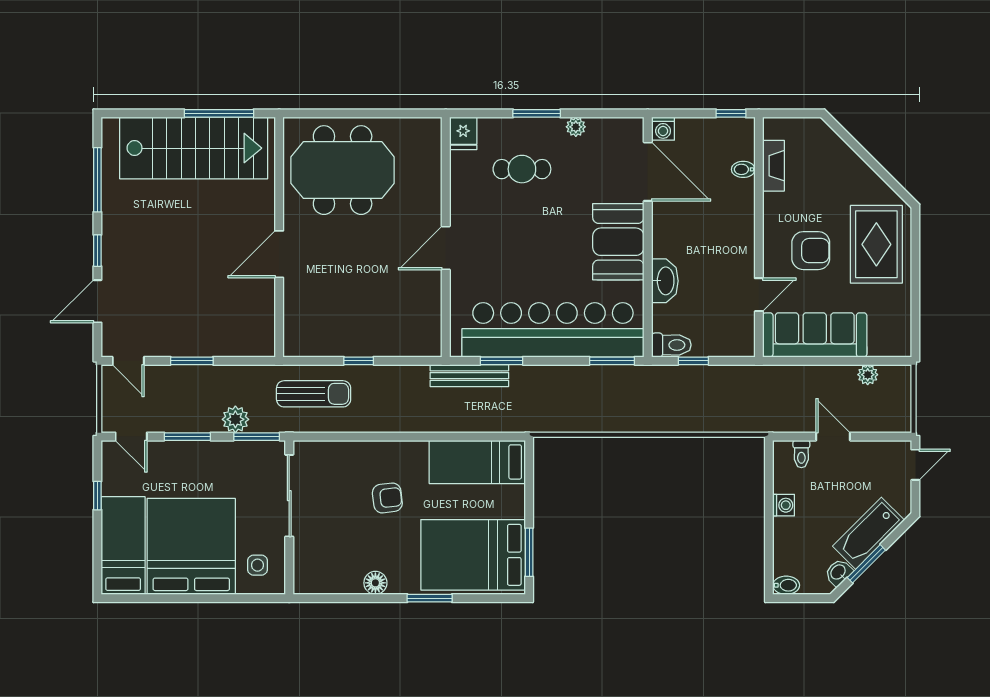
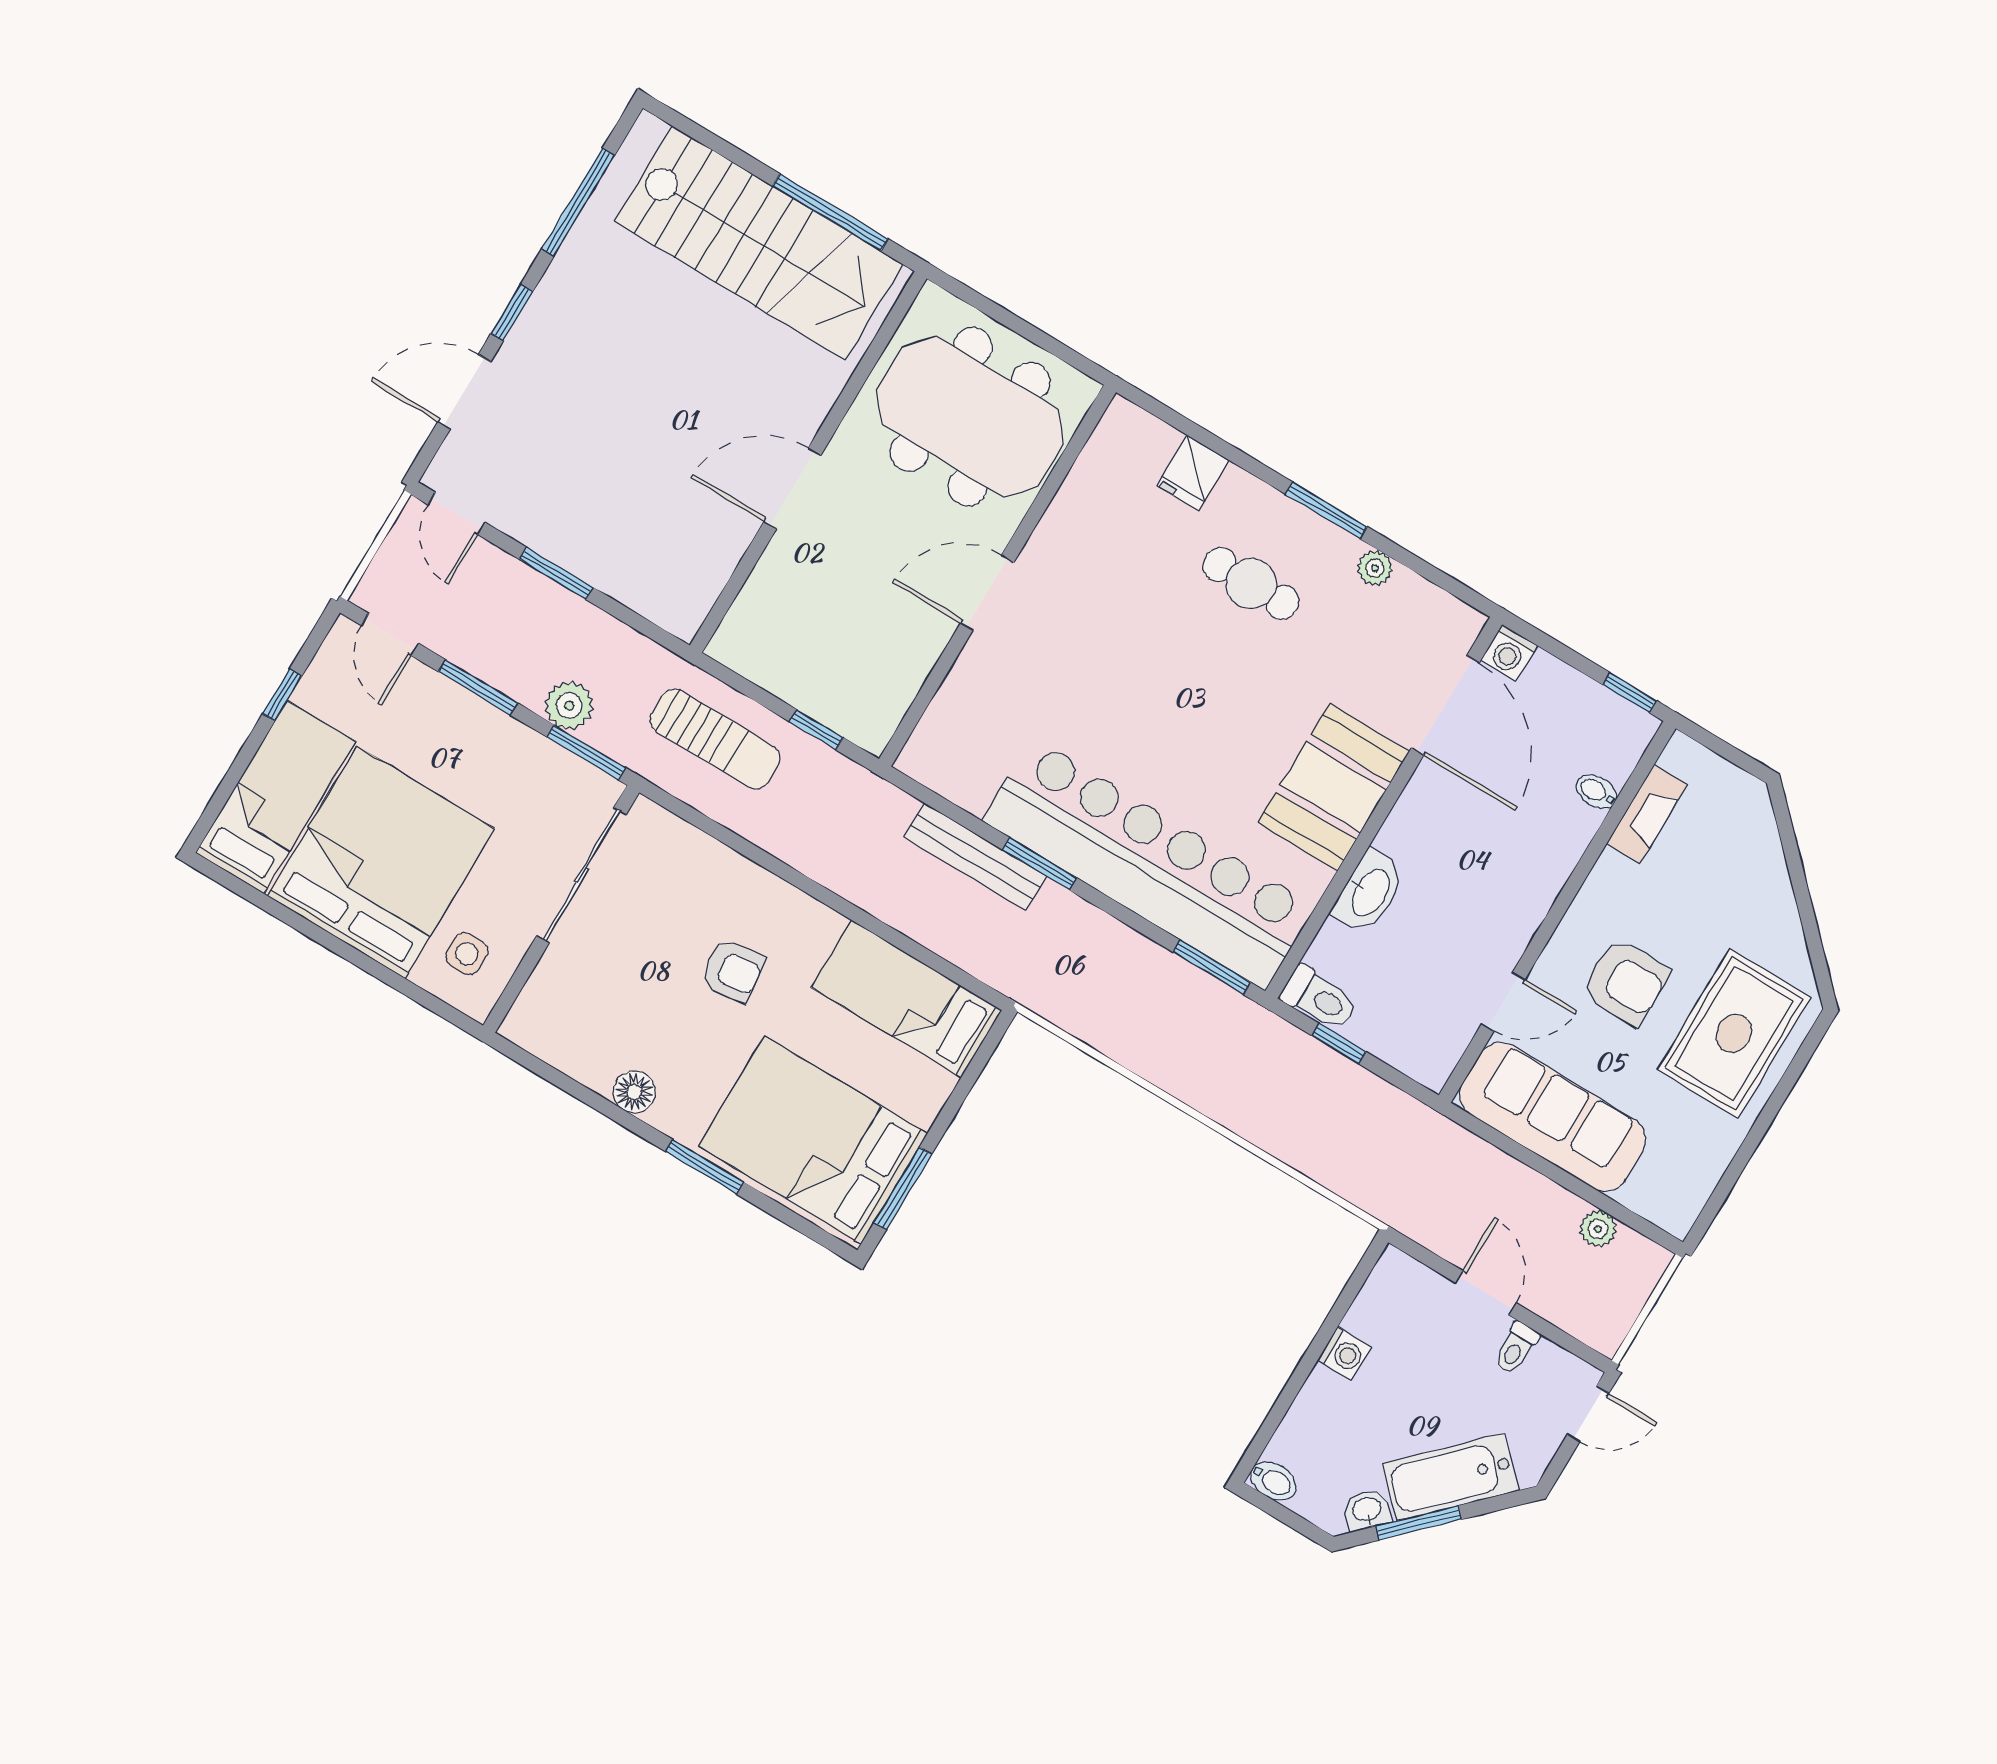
wall: (446, 237) -> (997, 576), moved
door: (446, 248) -> (987, 593), moved
toilet: (801, 454) -> (1516, 1348), moved

